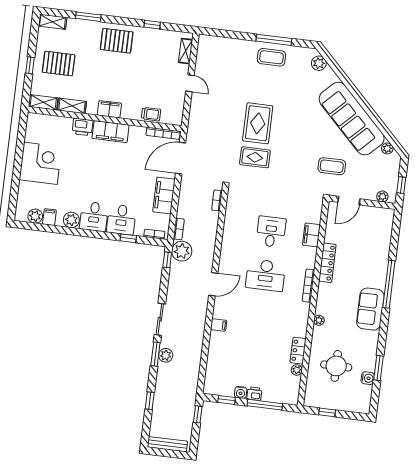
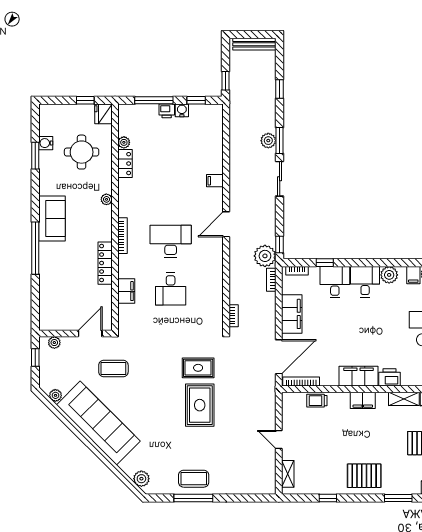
fridge: (312, 398) -> (104, 114), added

